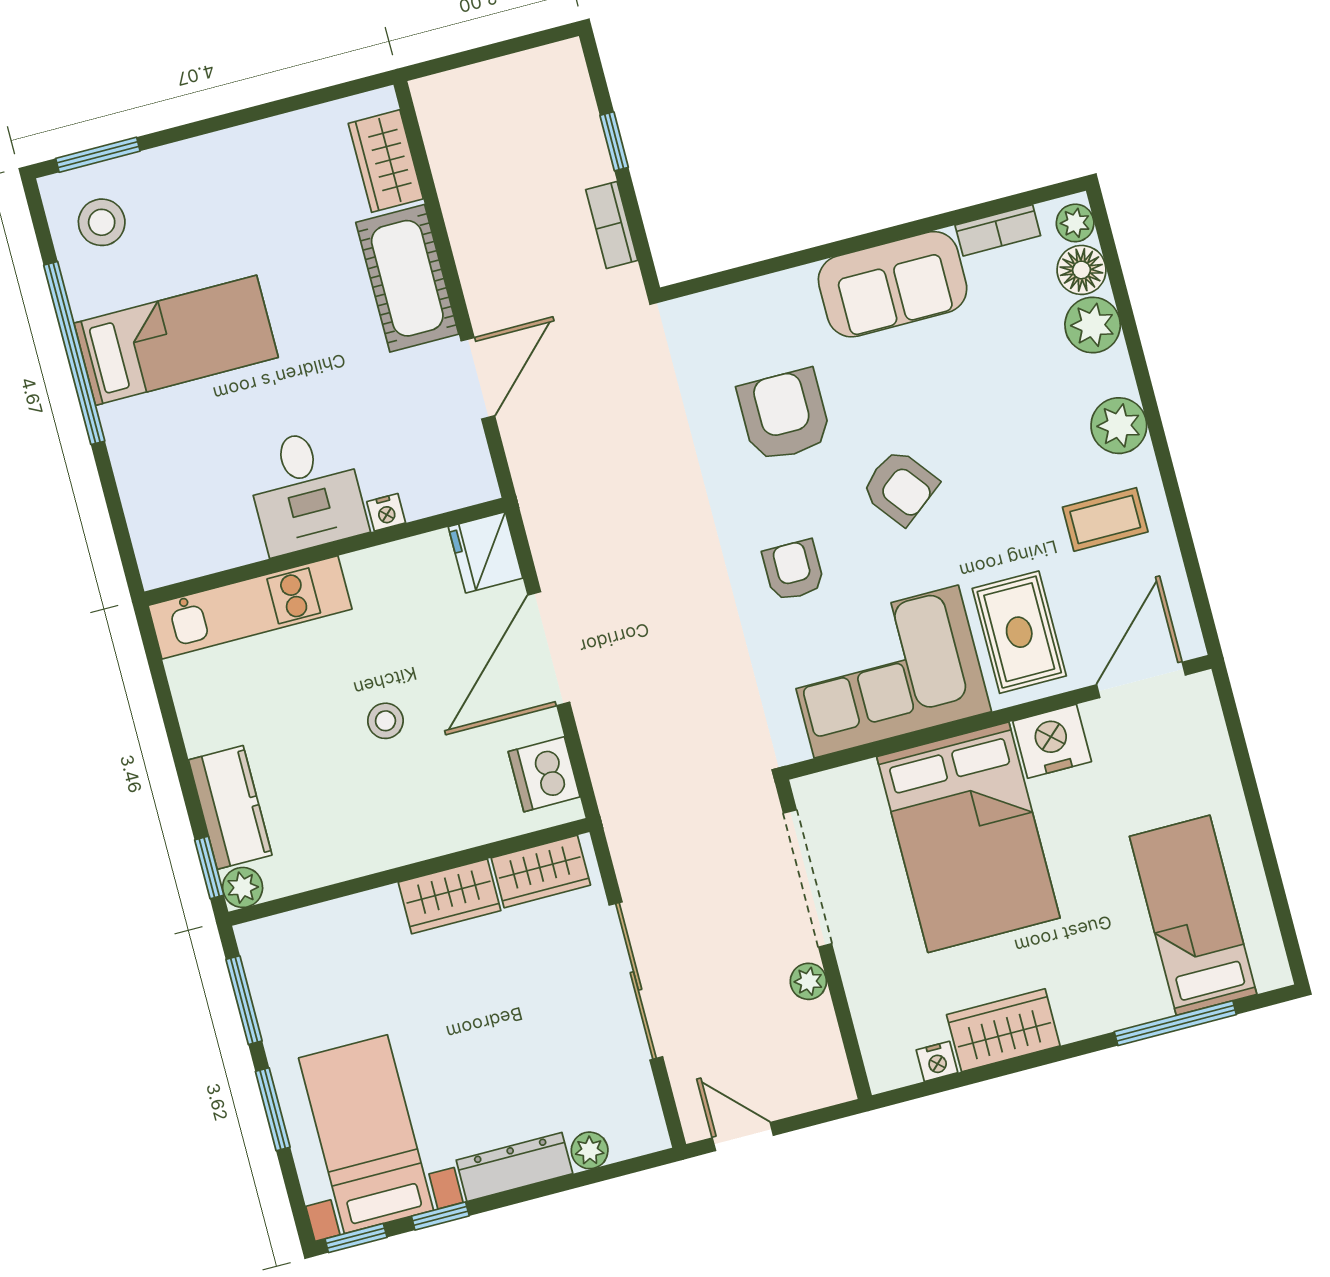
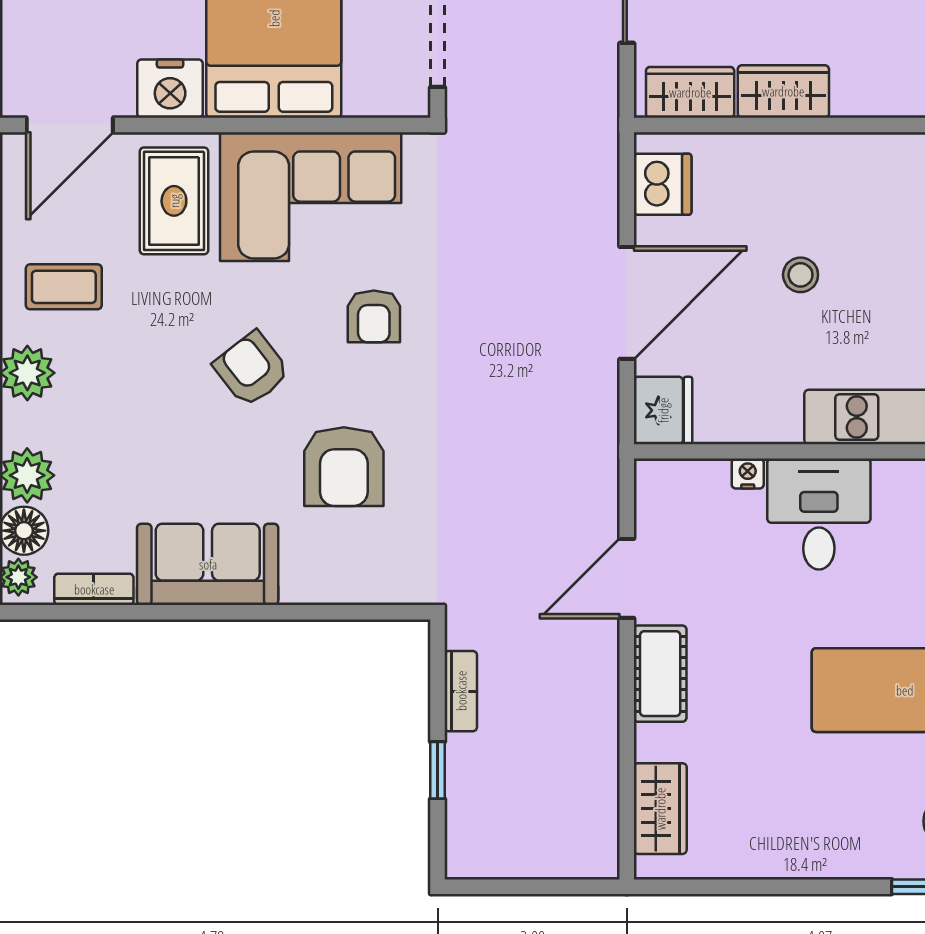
cot: (407, 278) -> (660, 674), width x0.73, depth x0.75

